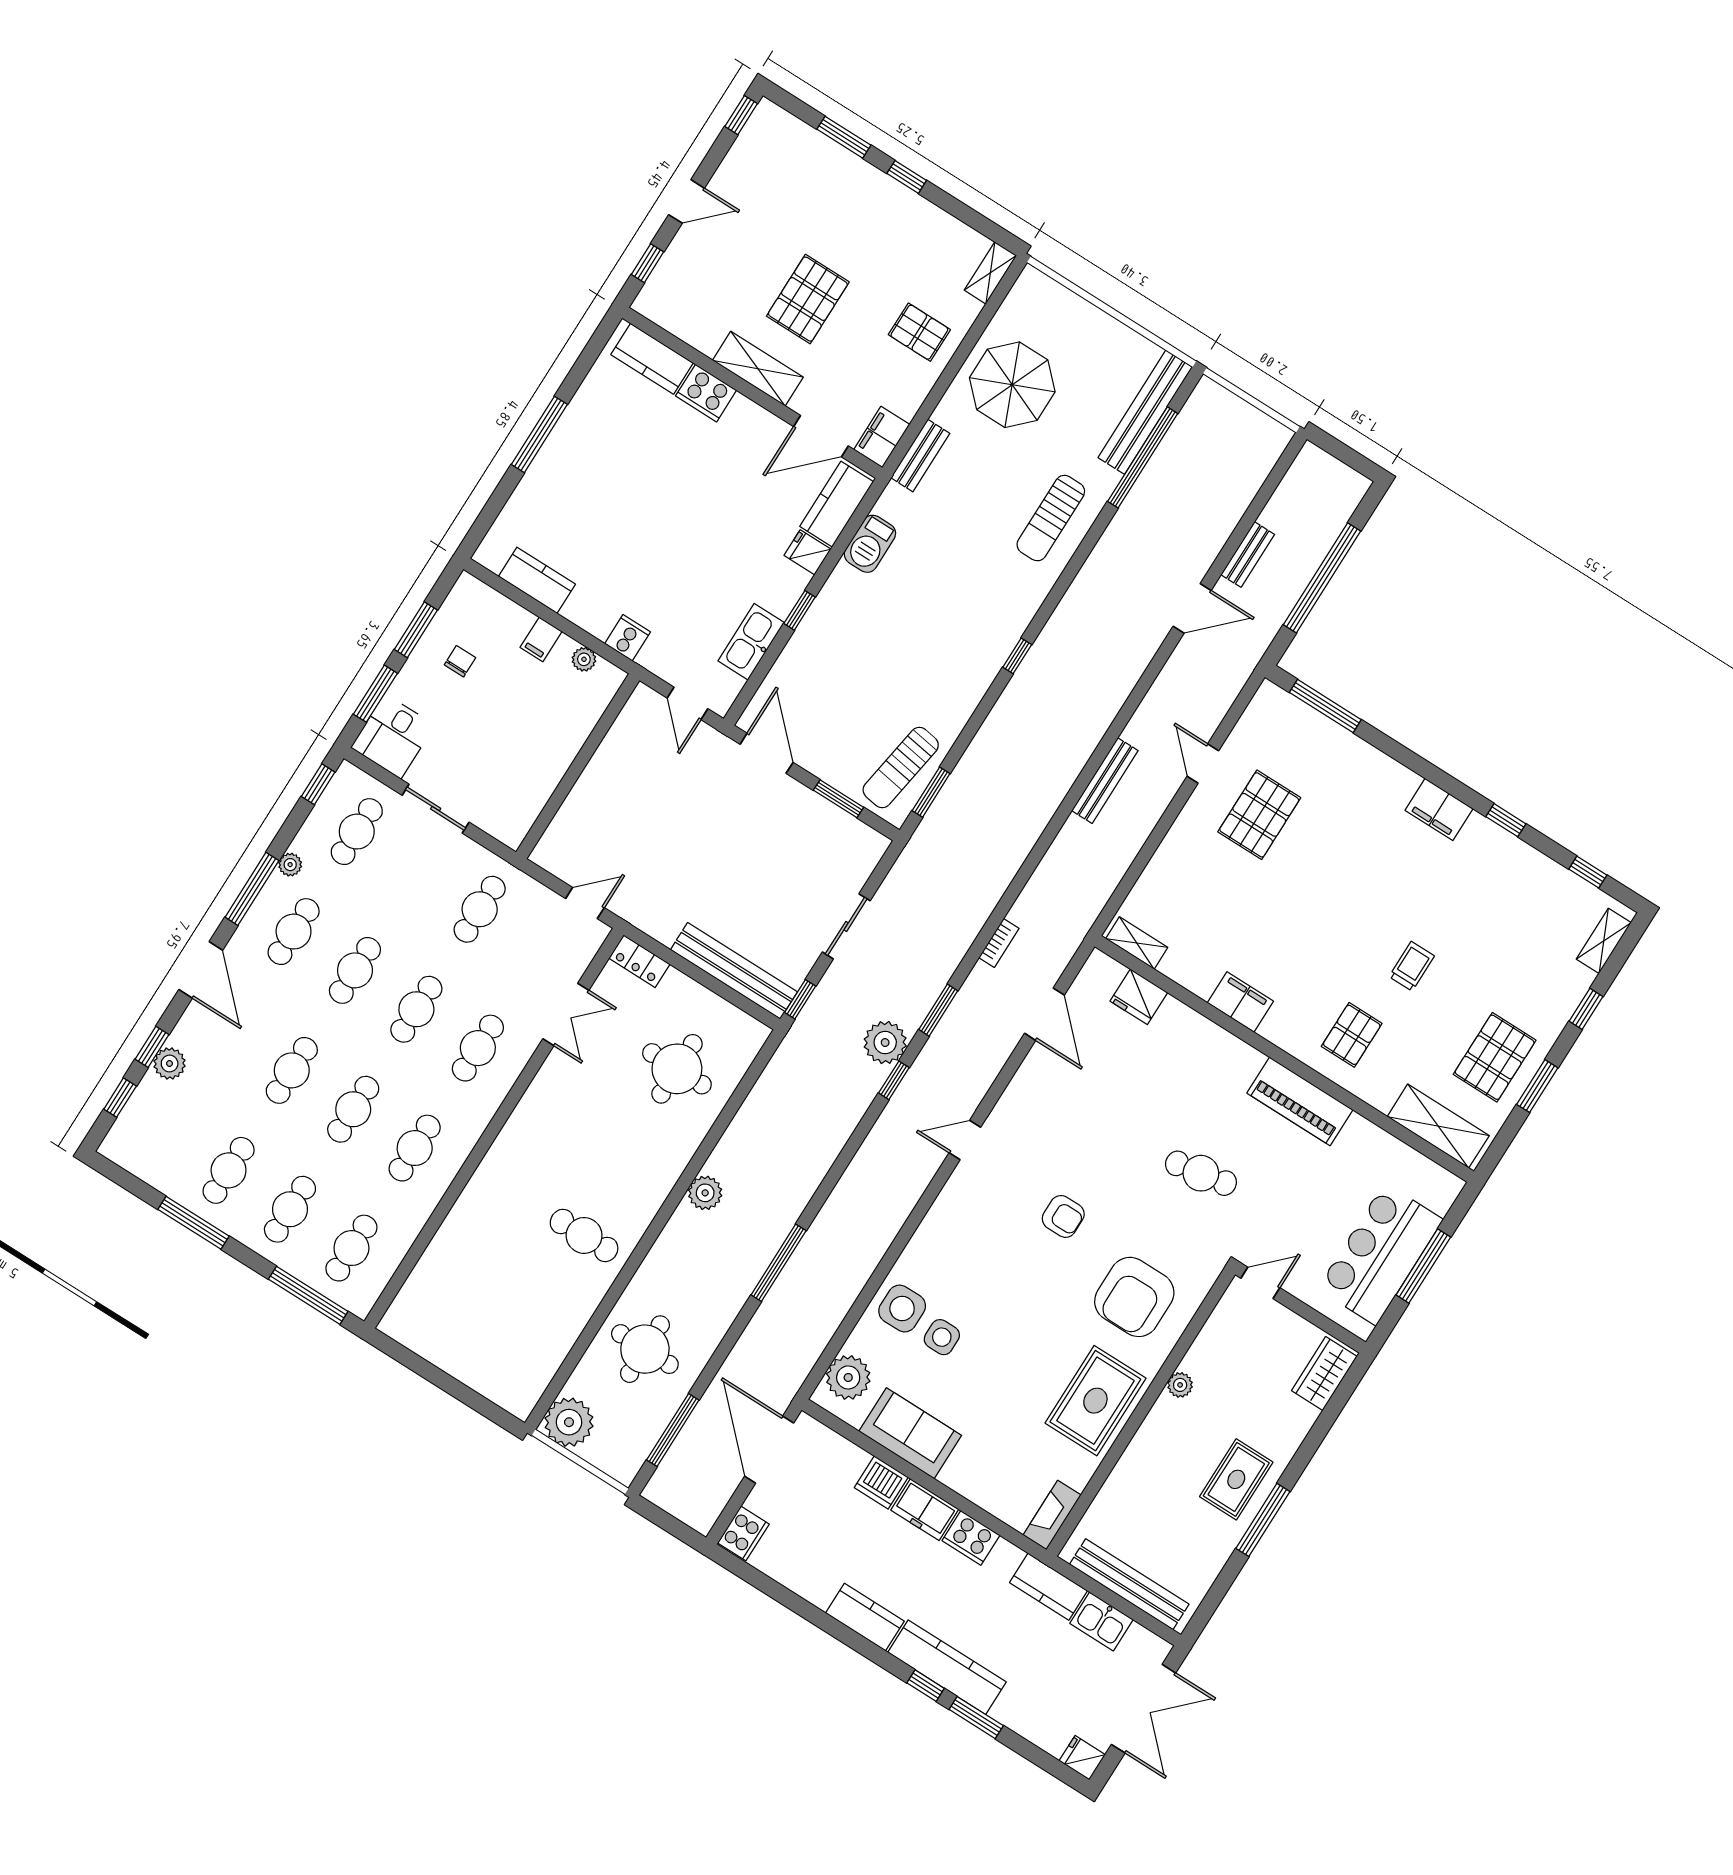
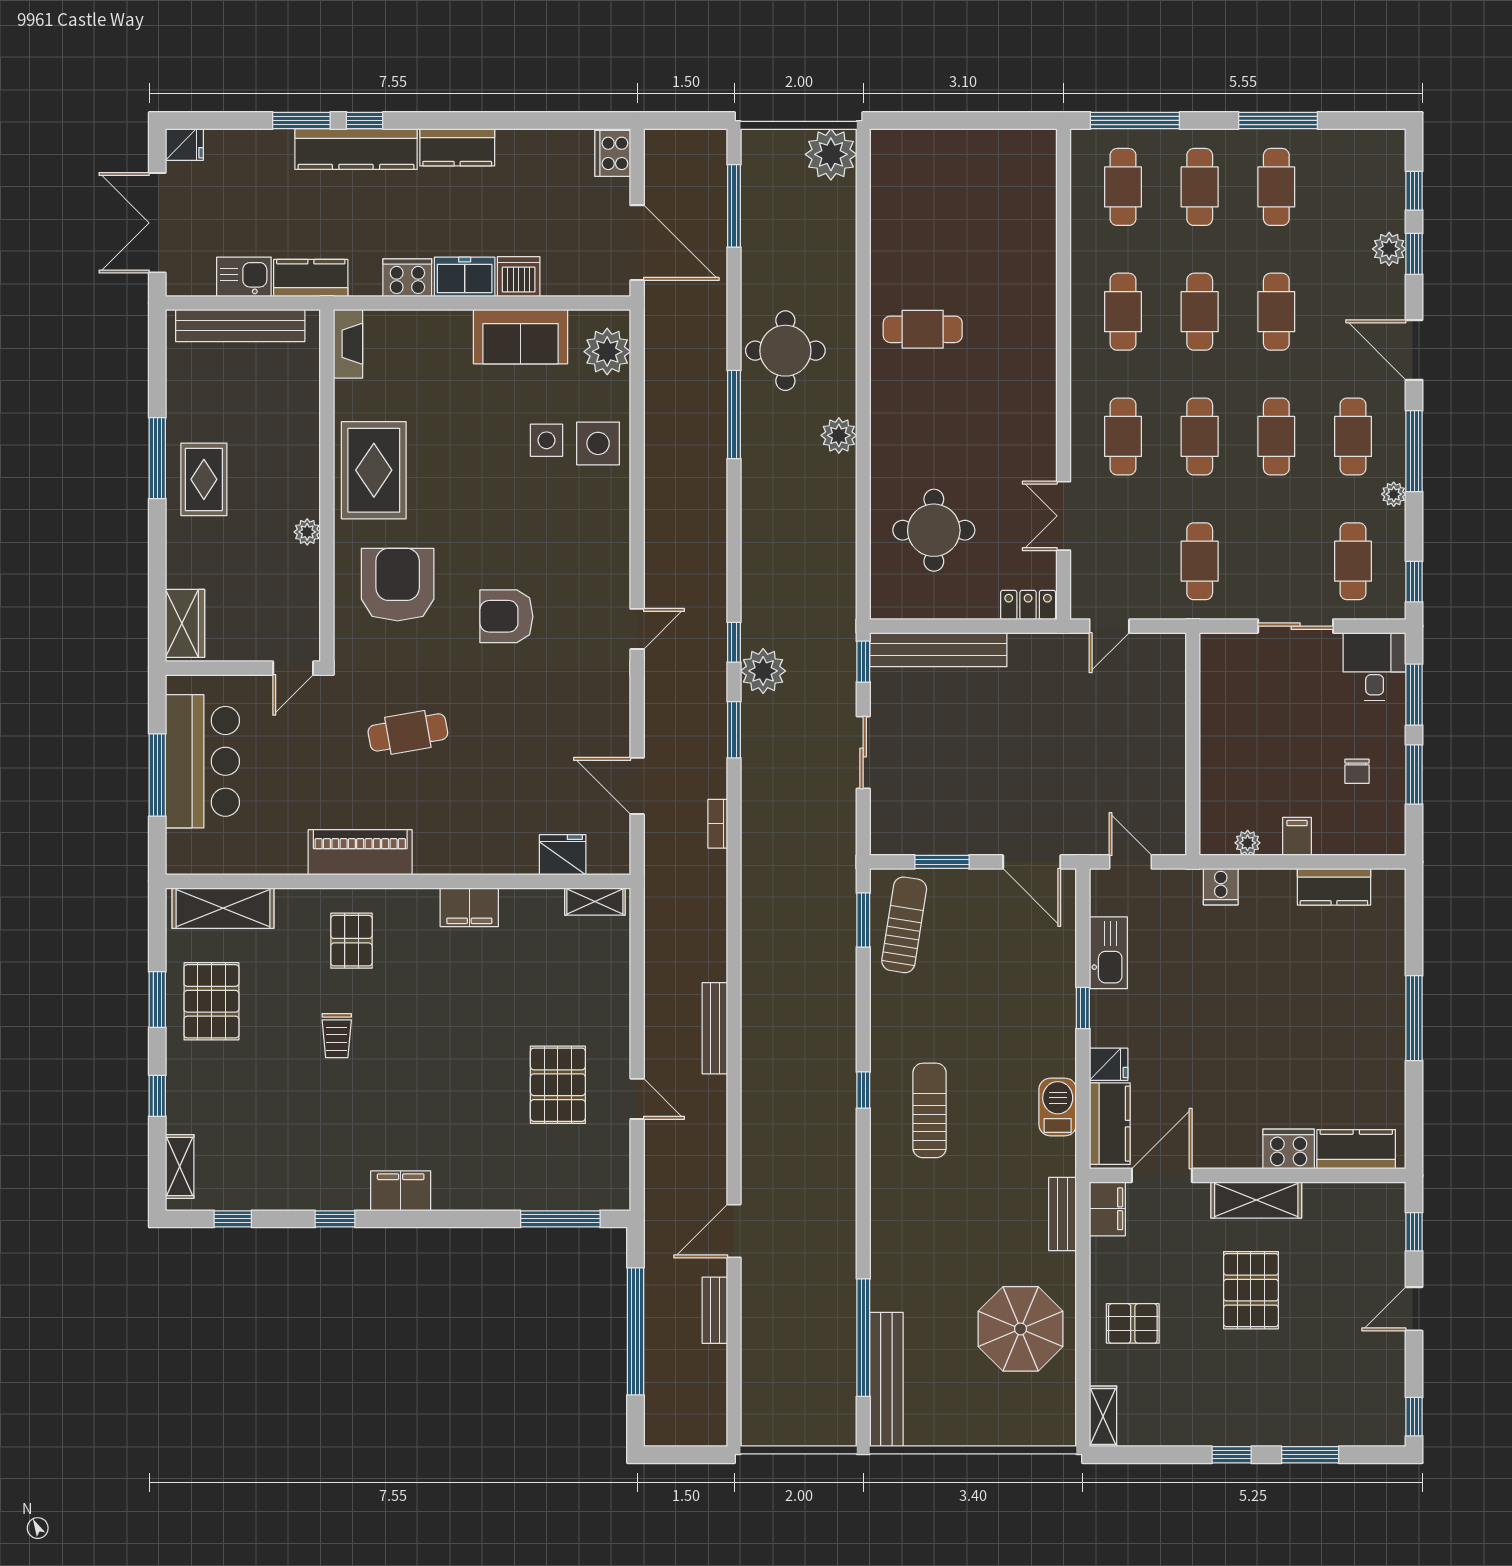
sun lounger: (1051, 518) -> (929, 1110), moved
armchair: (1063, 1216) -> (506, 616), width x1.38, depth x1.38
round table: (645, 1349) -> (785, 351), moved

